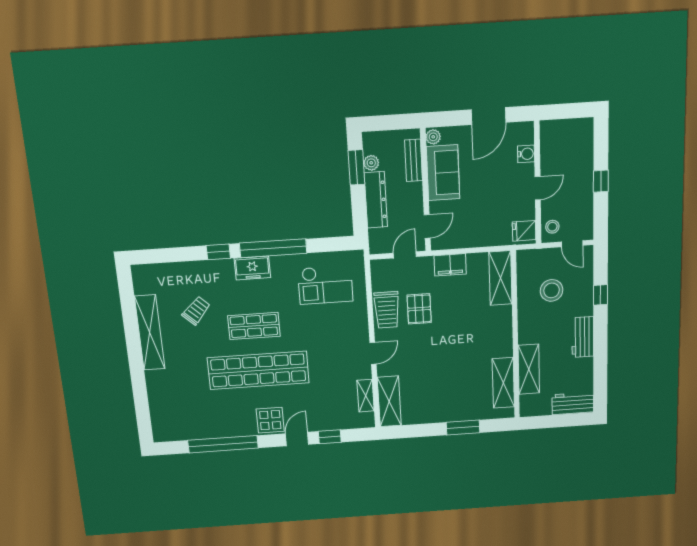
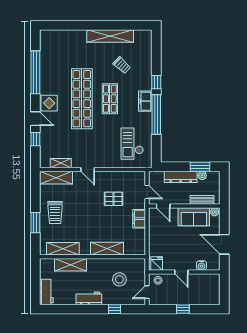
shelving: (500, 278) -> (107, 249), moved
trolley: (387, 310) -> (55, 213), moved, turned -90

